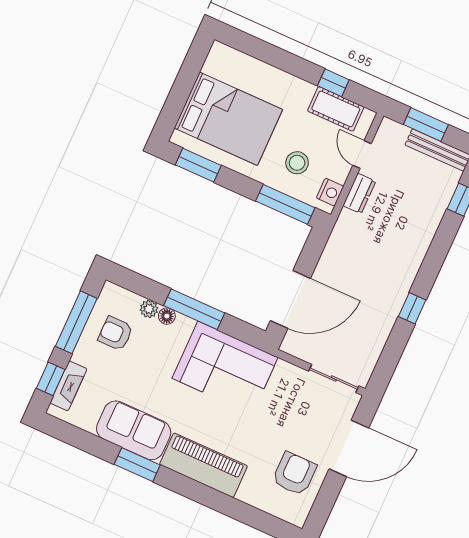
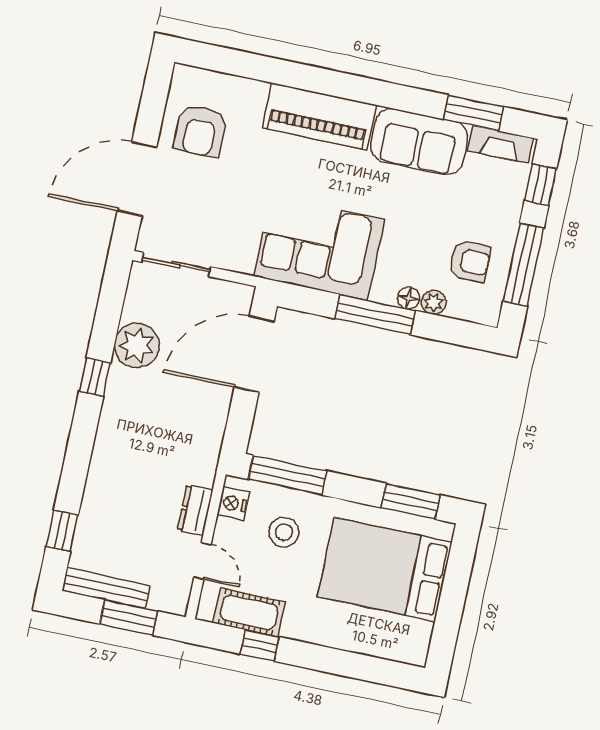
plant: (376, 325) -> (137, 345), added
fireplace: (69, 386) -> (500, 144), moved, turned -90
window: (137, 465) -> (473, 113), moved

